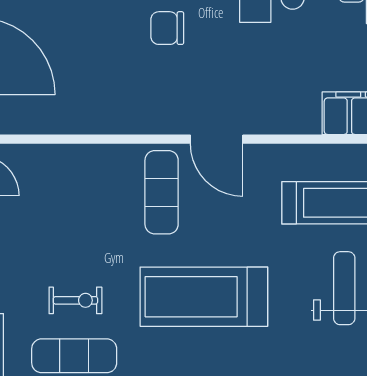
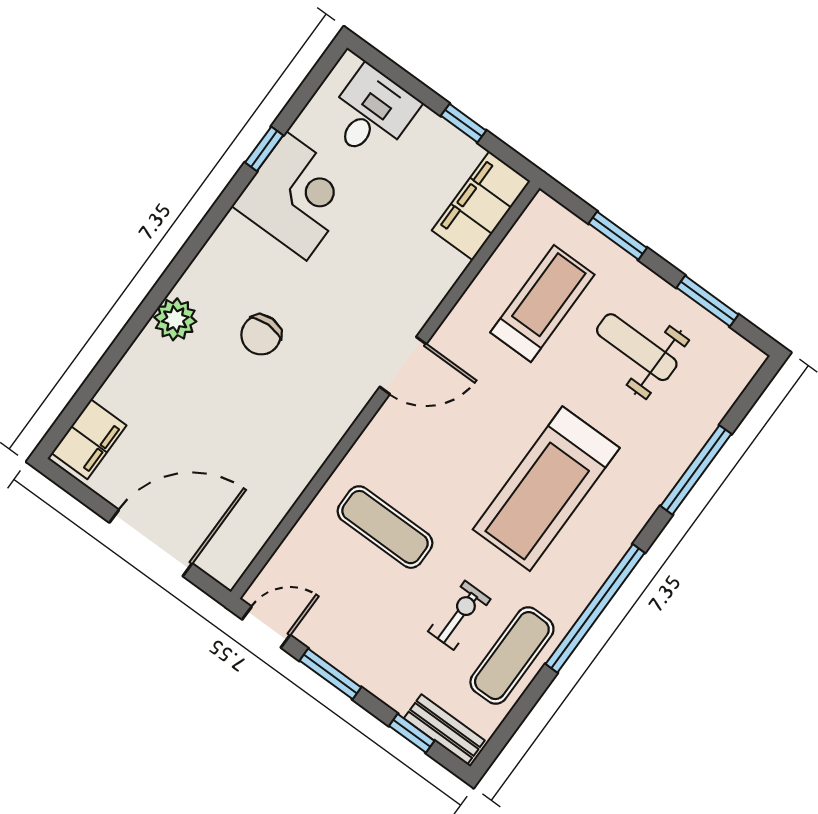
exercise mat: (162, 192) -> (385, 527), moved

